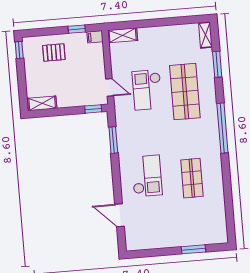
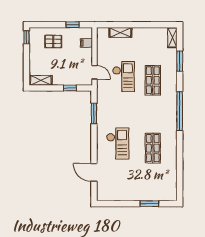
shelving: (123, 35) -> (120, 32), moved
filing cabinet: (95, 37) -> (86, 43), moved
checkout: (147, 90) -> (124, 77), turned 180
shop shelf: (185, 92) -> (153, 80), width x0.70, depth x0.74
window: (93, 109) -> (70, 88), moved

